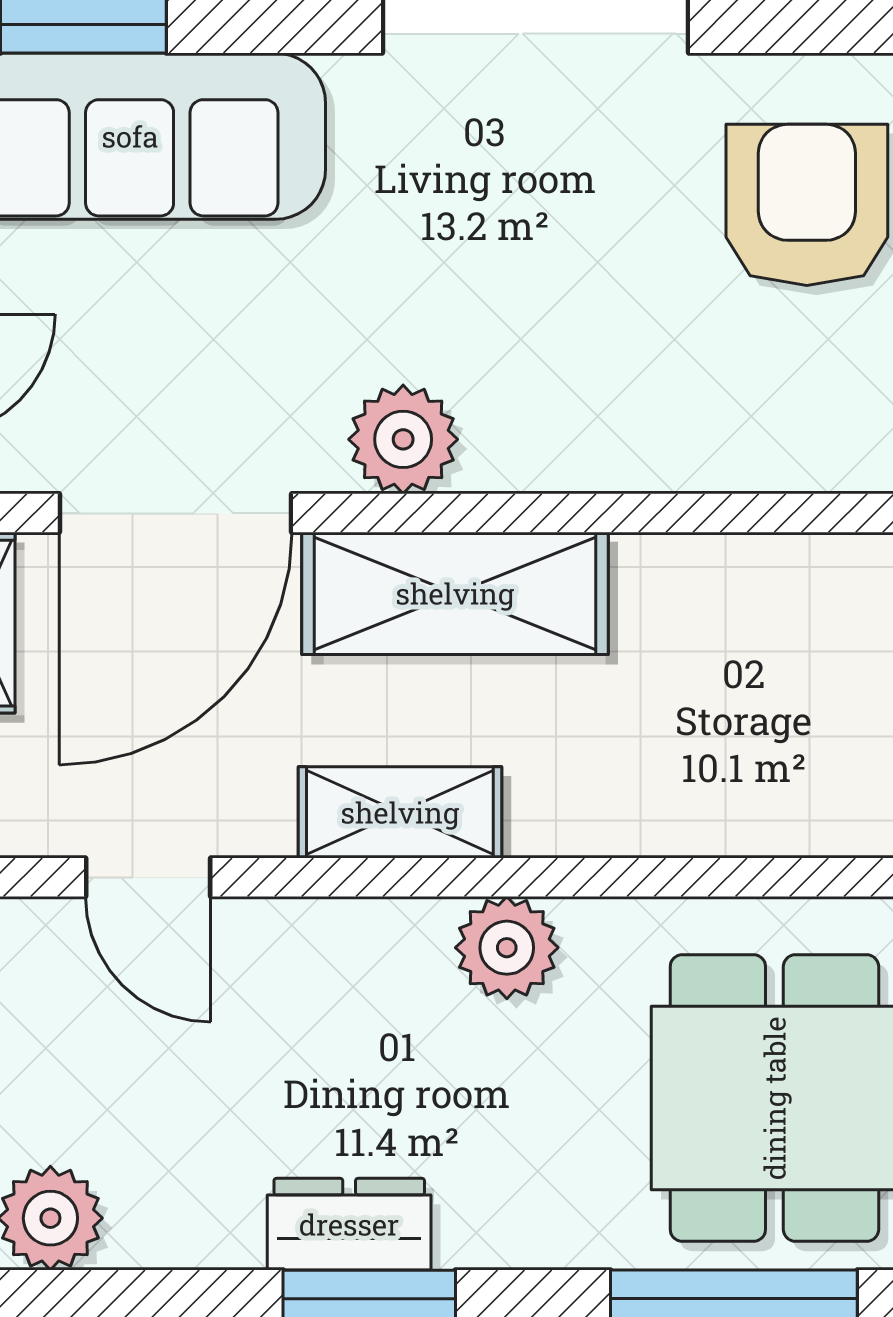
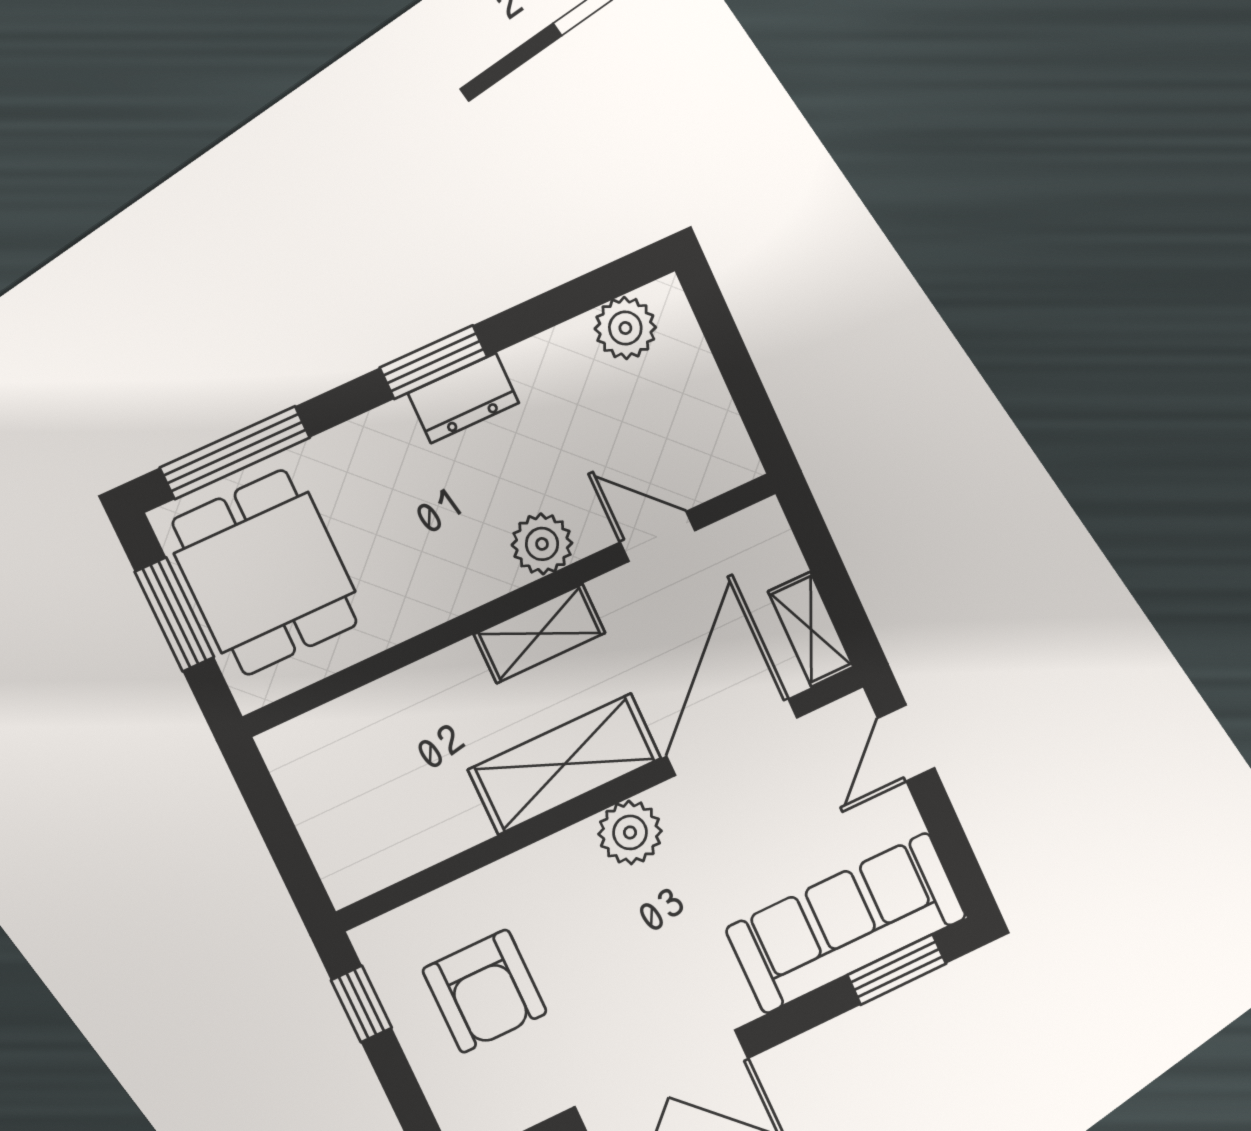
armchair: (807, 205) -> (485, 991), moved
plant: (507, 948) -> (542, 544), moved

